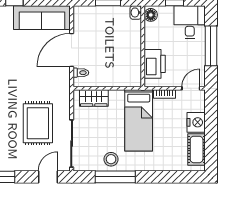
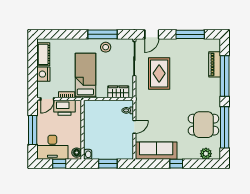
desk: (190, 22) -> (52, 147), width x1.37
door: (72, 50) -> (134, 127), width x0.53
printer: (155, 64) -> (65, 108), moved, turned -90

